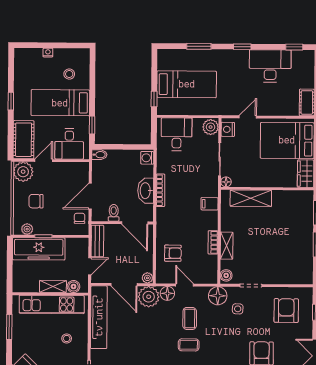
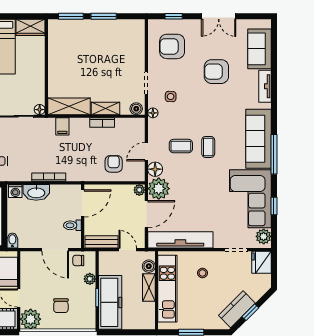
washbasin: (146, 191) -> (36, 192), moved
shelving: (251, 198) -> (69, 106), moved, turned 90
plant: (27, 229) -> (90, 279), moved
floor lamp: (218, 296) -> (153, 113), width x0.53, depth x0.53

